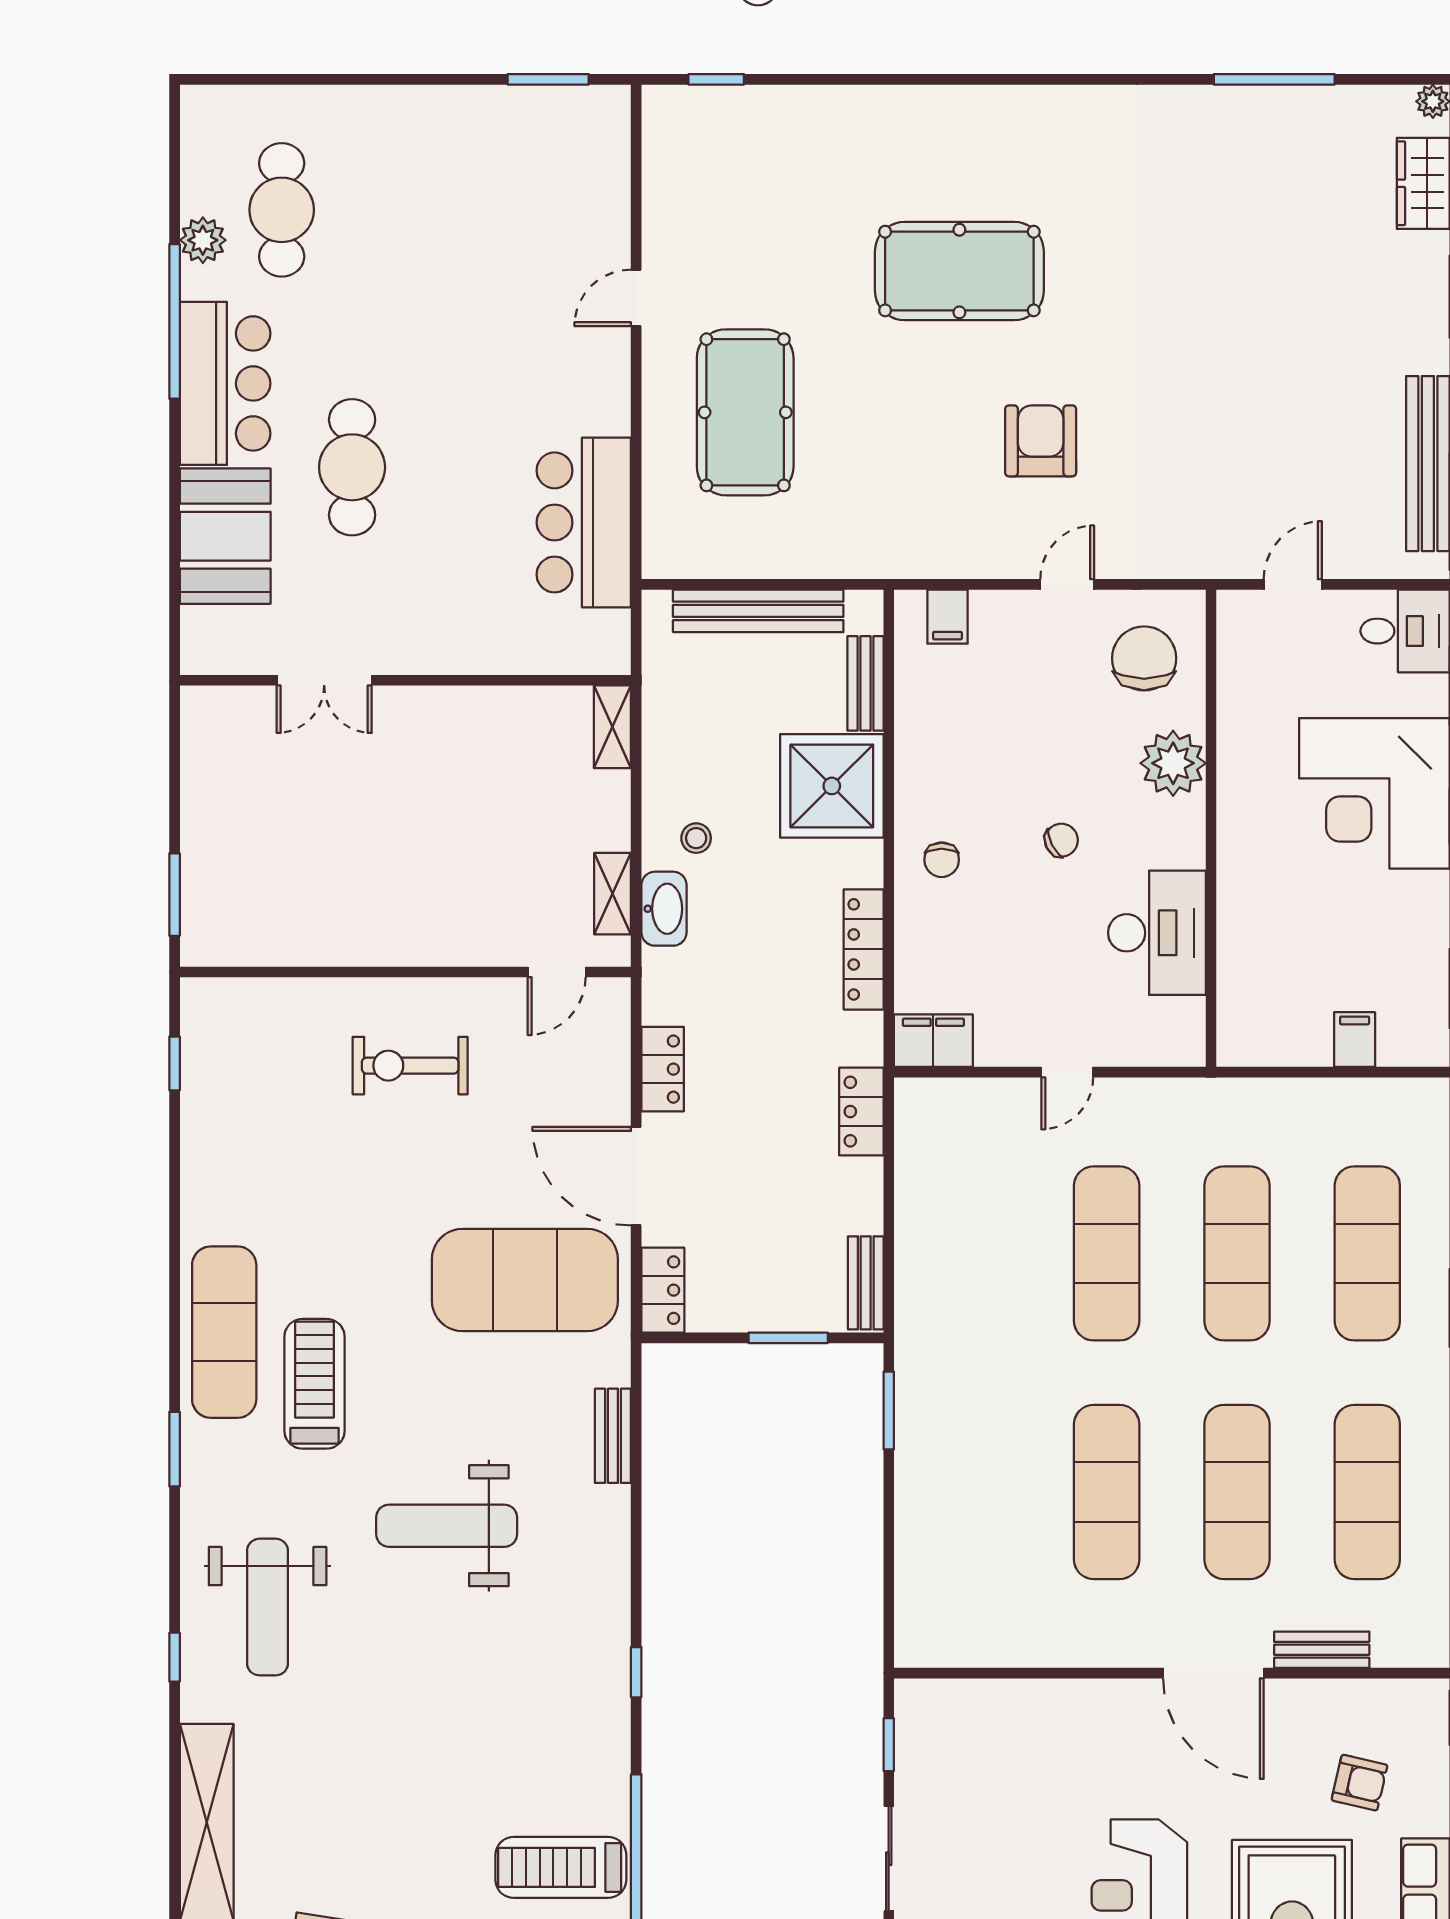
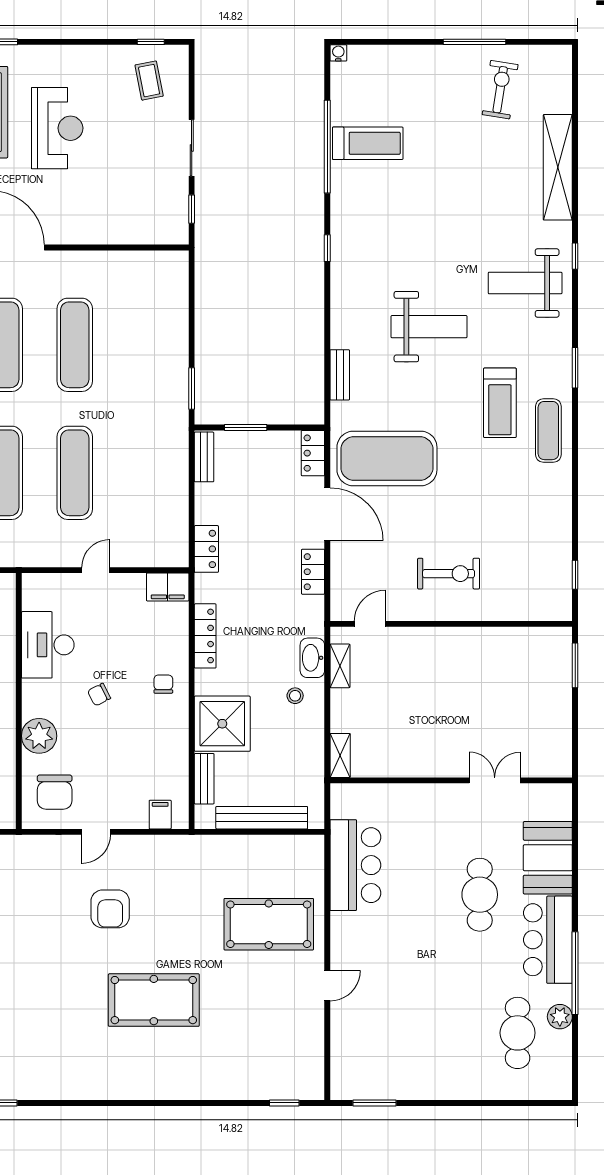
pool table: (745, 412) -> (269, 924), turned 90
exercise mat: (224, 1332) -> (548, 431), width x0.73, depth x0.69
weight bench: (268, 1607) -> (525, 283), turned -90

